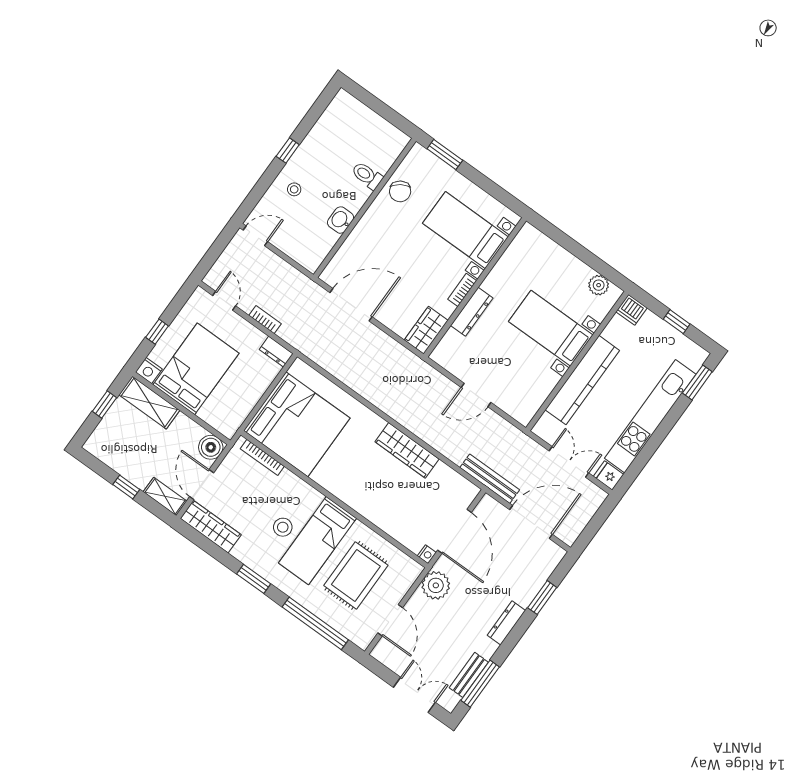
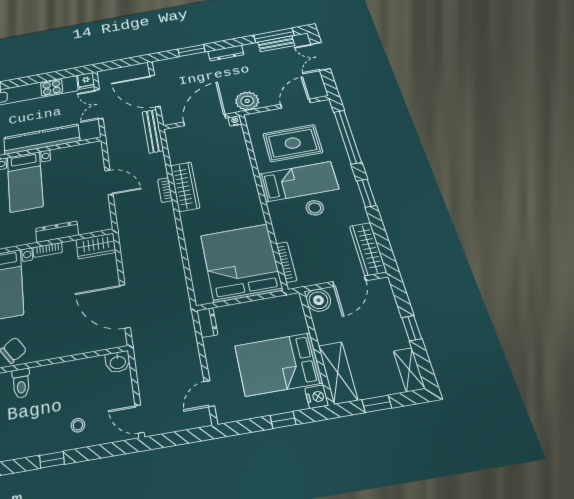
washbasin: (341, 220) -> (118, 362), moved
bookcase: (265, 320) -> (165, 190), moved
shelving: (165, 496) -> (409, 370), moved

